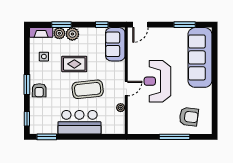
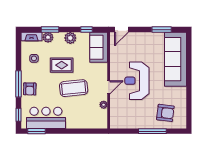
plant: (72, 34) -> (70, 38), moved
window: (27, 85) -> (18, 84), width x1.44
bar counter: (79, 122) -> (46, 118), moved

